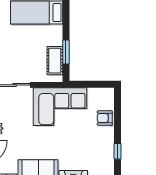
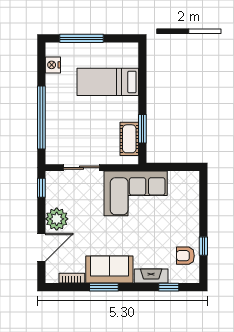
armchair: (105, 118) -> (185, 256), moved

